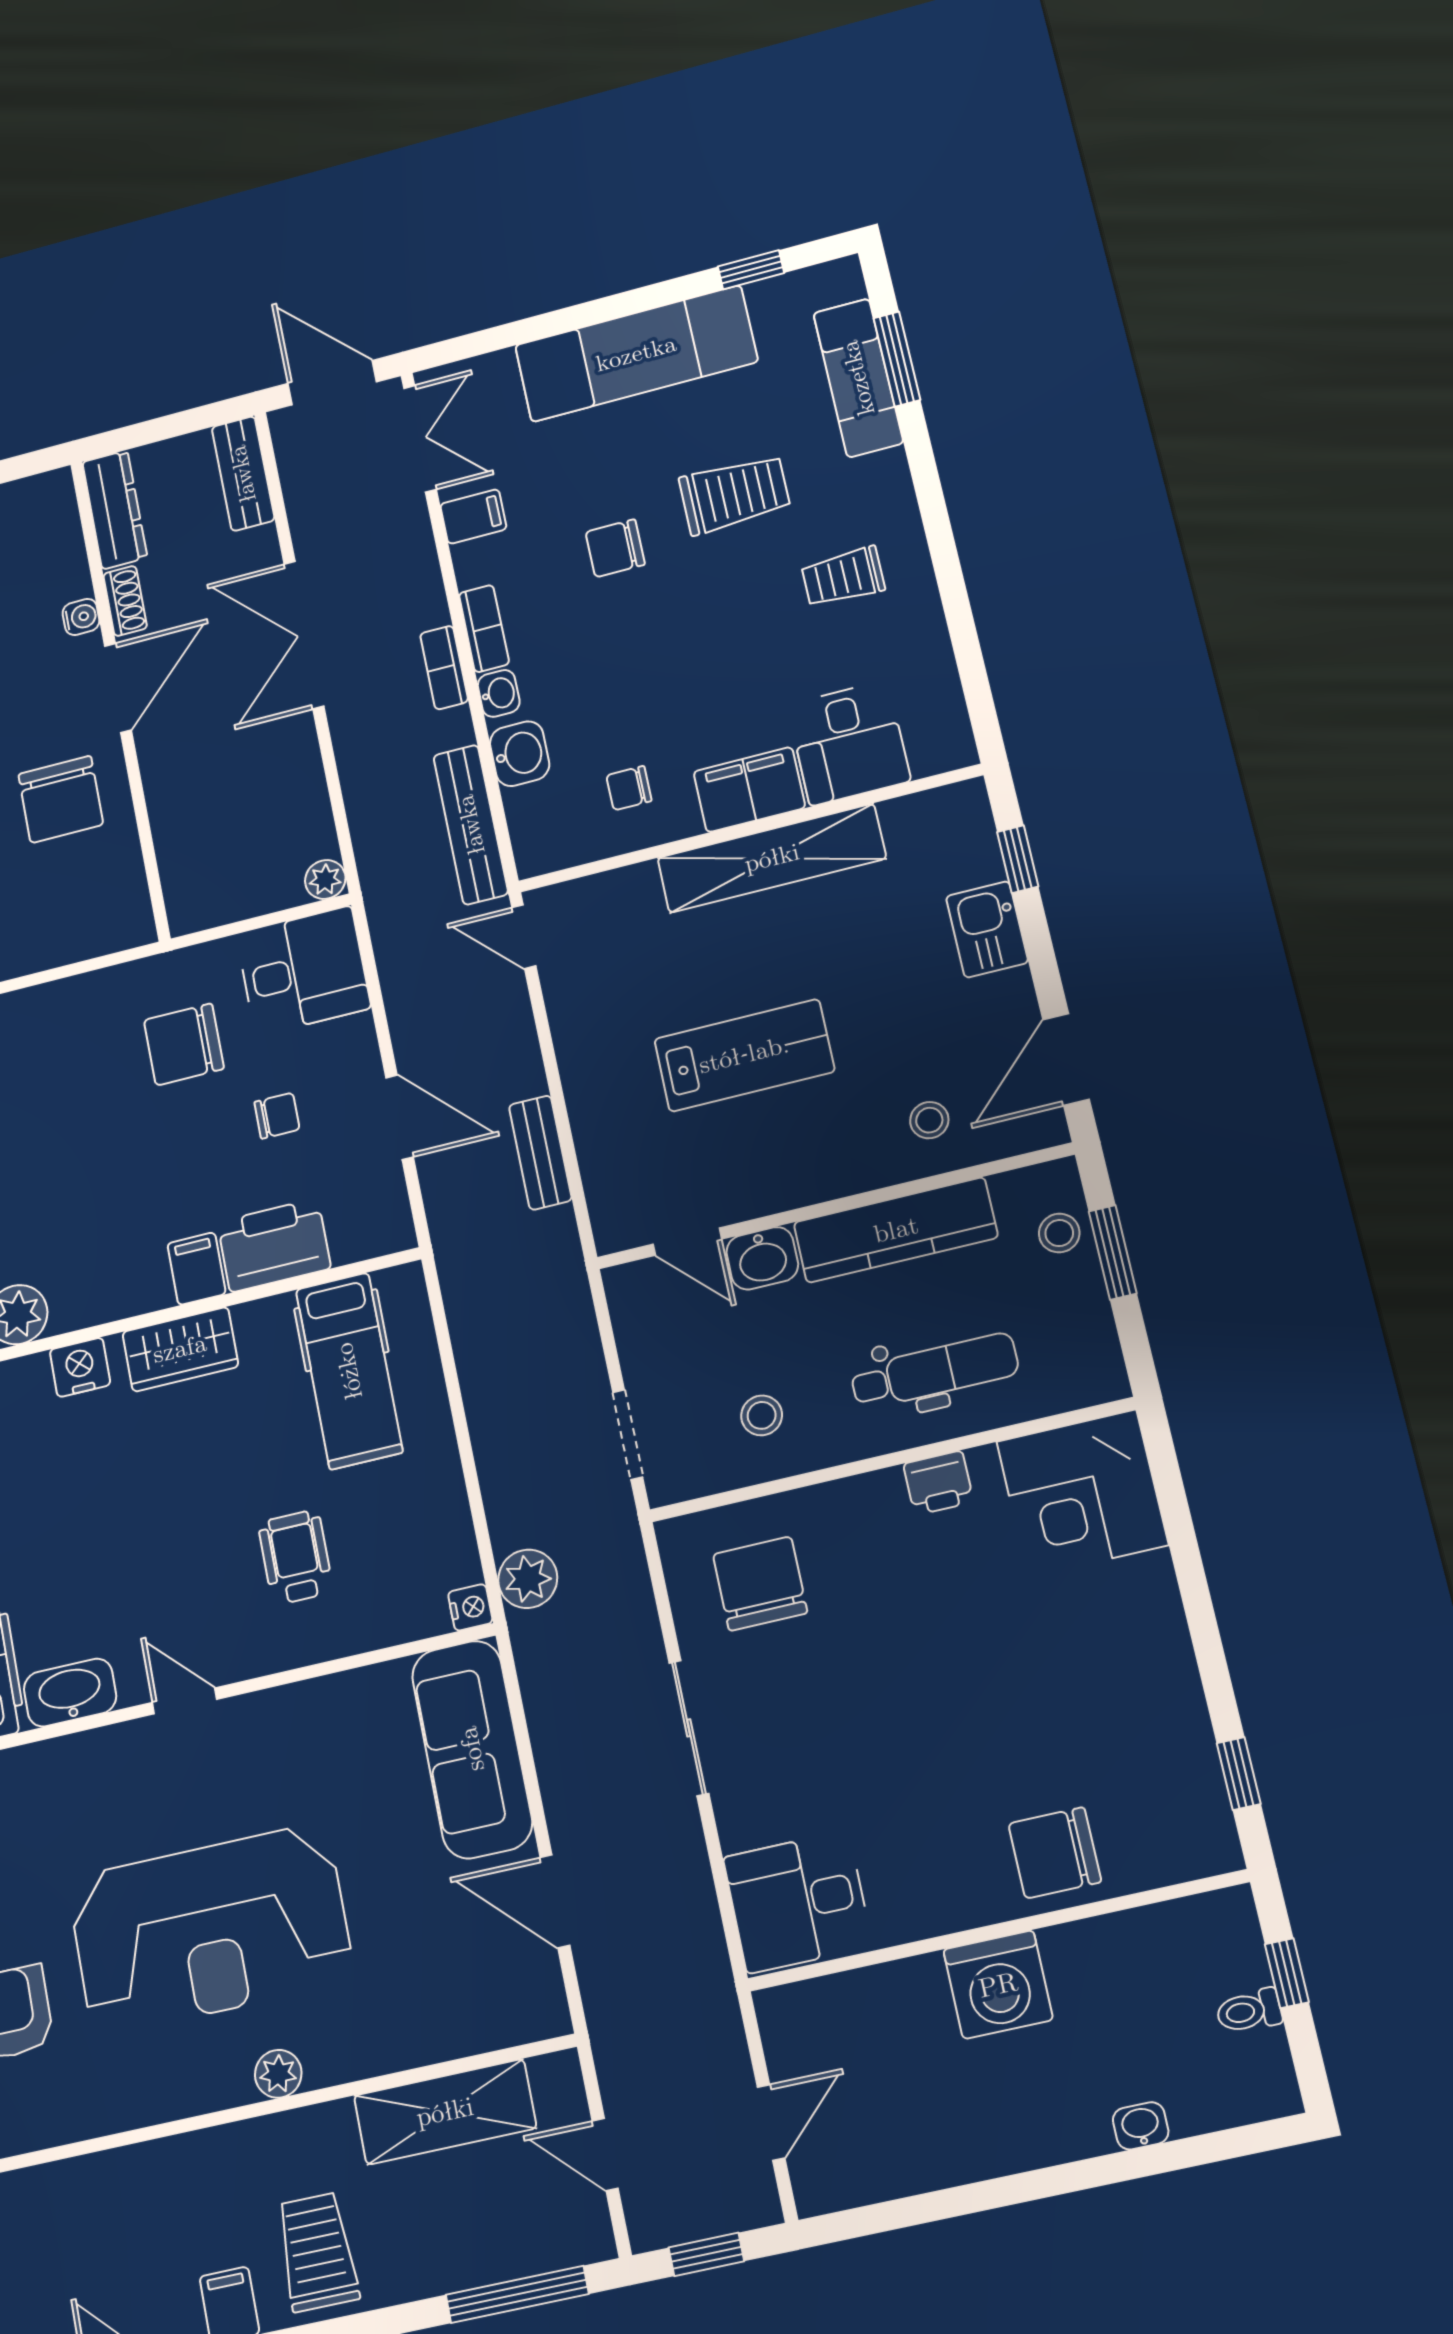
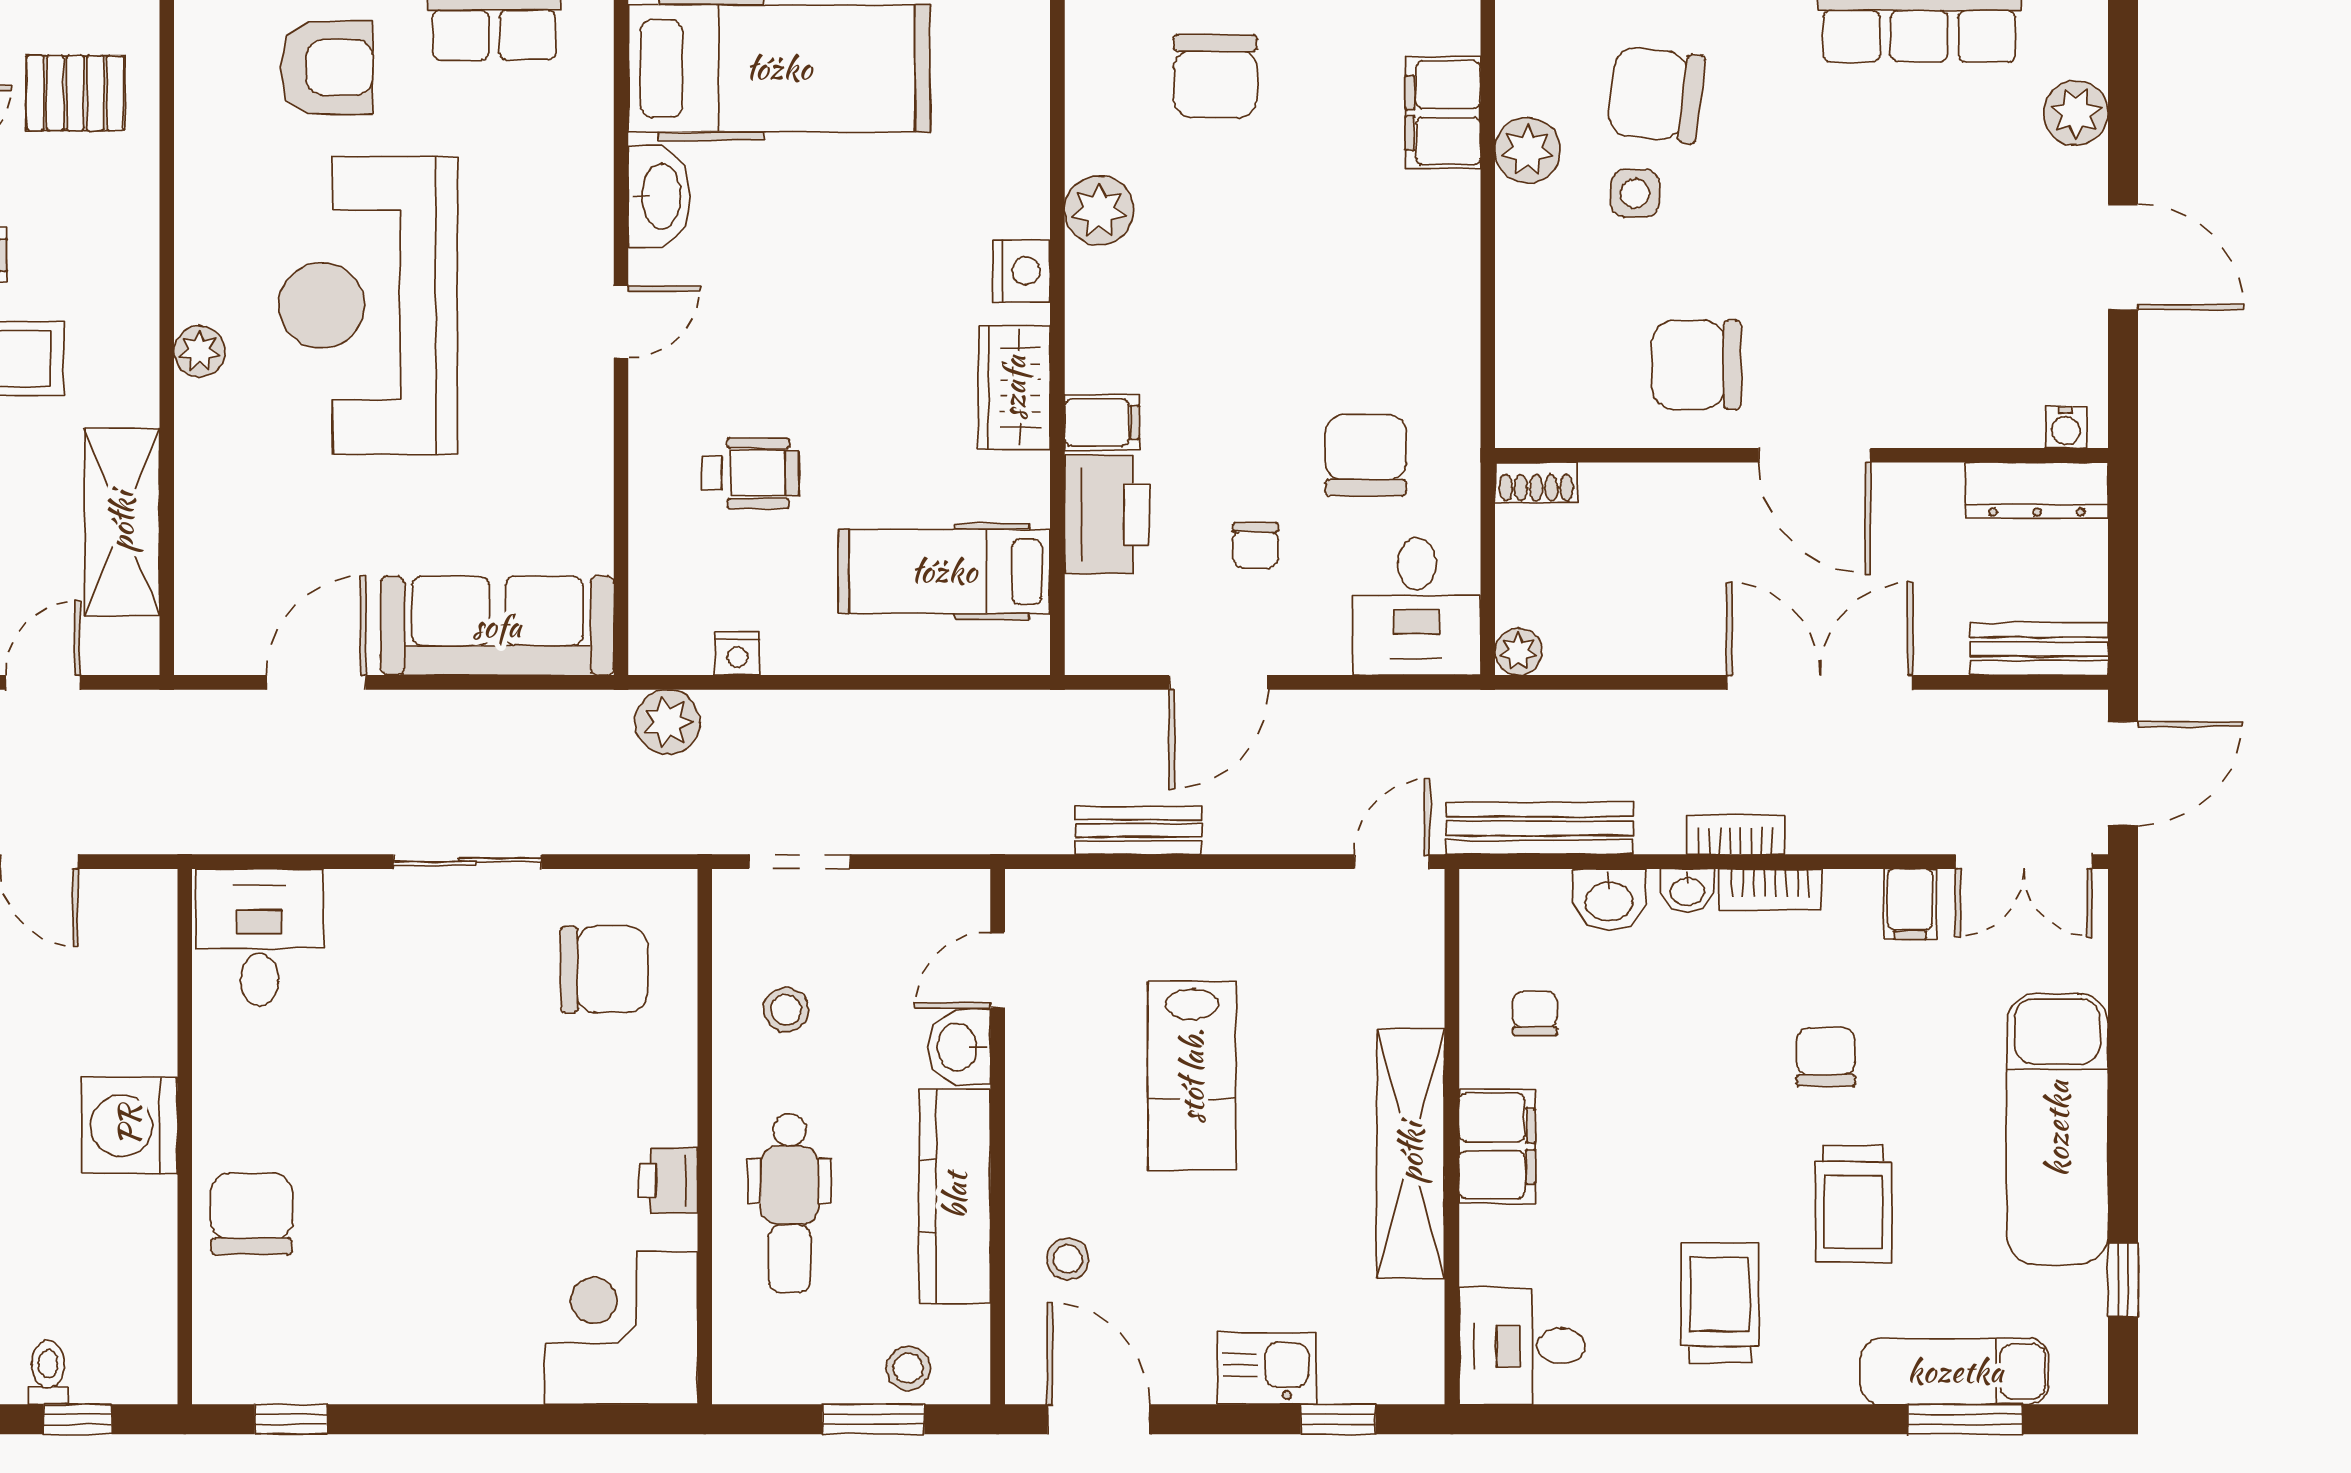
trolley: (843, 577) -> (1720, 1303), width x1.36, depth x1.39
shoe rack: (125, 601) -> (1536, 482), moved
water cooler: (81, 617) -> (2066, 427), moved
desk: (849, 743) -> (1522, 1346), moved
nightstand: (470, 1607) -> (737, 654), moved
pallet: (68, 2239) -> (75, 93), added

